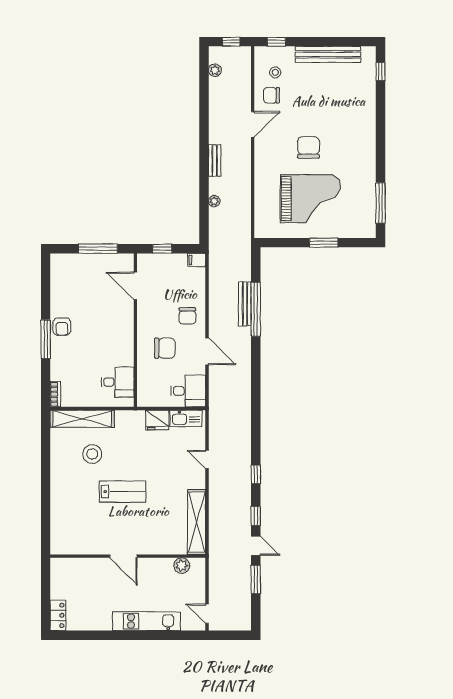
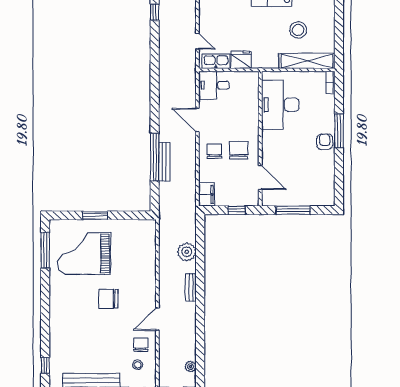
chair: (272, 95) -> (141, 345), turned -90
chair: (308, 148) -> (108, 299), turned 90
grand piano: (310, 199) -> (84, 253), moved
plant: (214, 201) -> (187, 252), width x1.88, depth x1.88
filing cabinet: (197, 260) -> (207, 194), width x2.00
chair: (165, 348) -> (239, 150), moved, turned 90
desk: (118, 382) -> (280, 105), width x1.87, depth x1.30
door: (207, 459) -> (197, 41), moved

